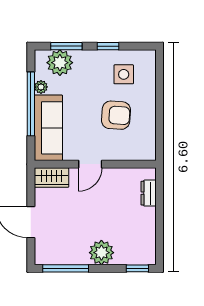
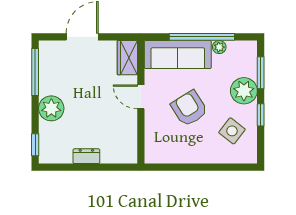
plant: (60, 63) -> (244, 91), moved
side table: (124, 74) -> (232, 131), turned 38
armchair: (116, 115) -> (189, 108), moved, turned 144
dresser: (149, 193) -> (86, 156), moved

